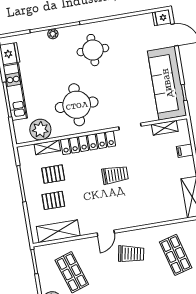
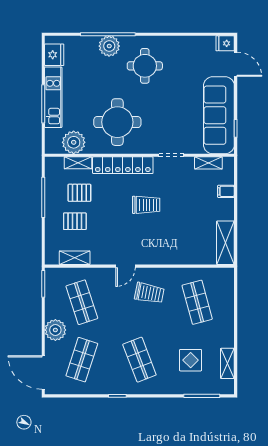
plant: (53, 34) -> (109, 46), width x1.87, depth x1.87
shelving: (58, 231) -> (75, 258), width x0.67, depth x0.75

